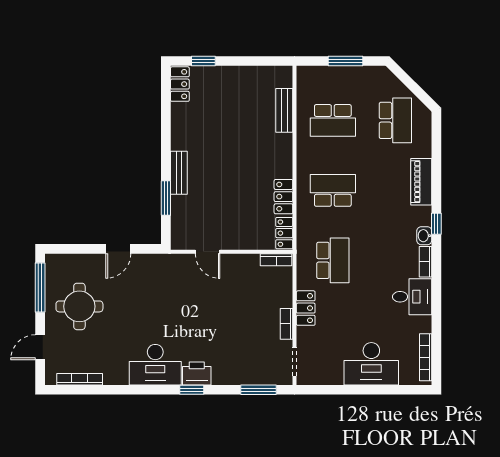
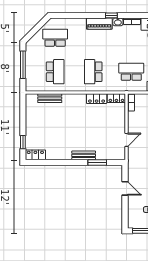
window: (346, 61) -> (23, 65), width x1.44
piano: (421, 182) -> (99, 24), moved

